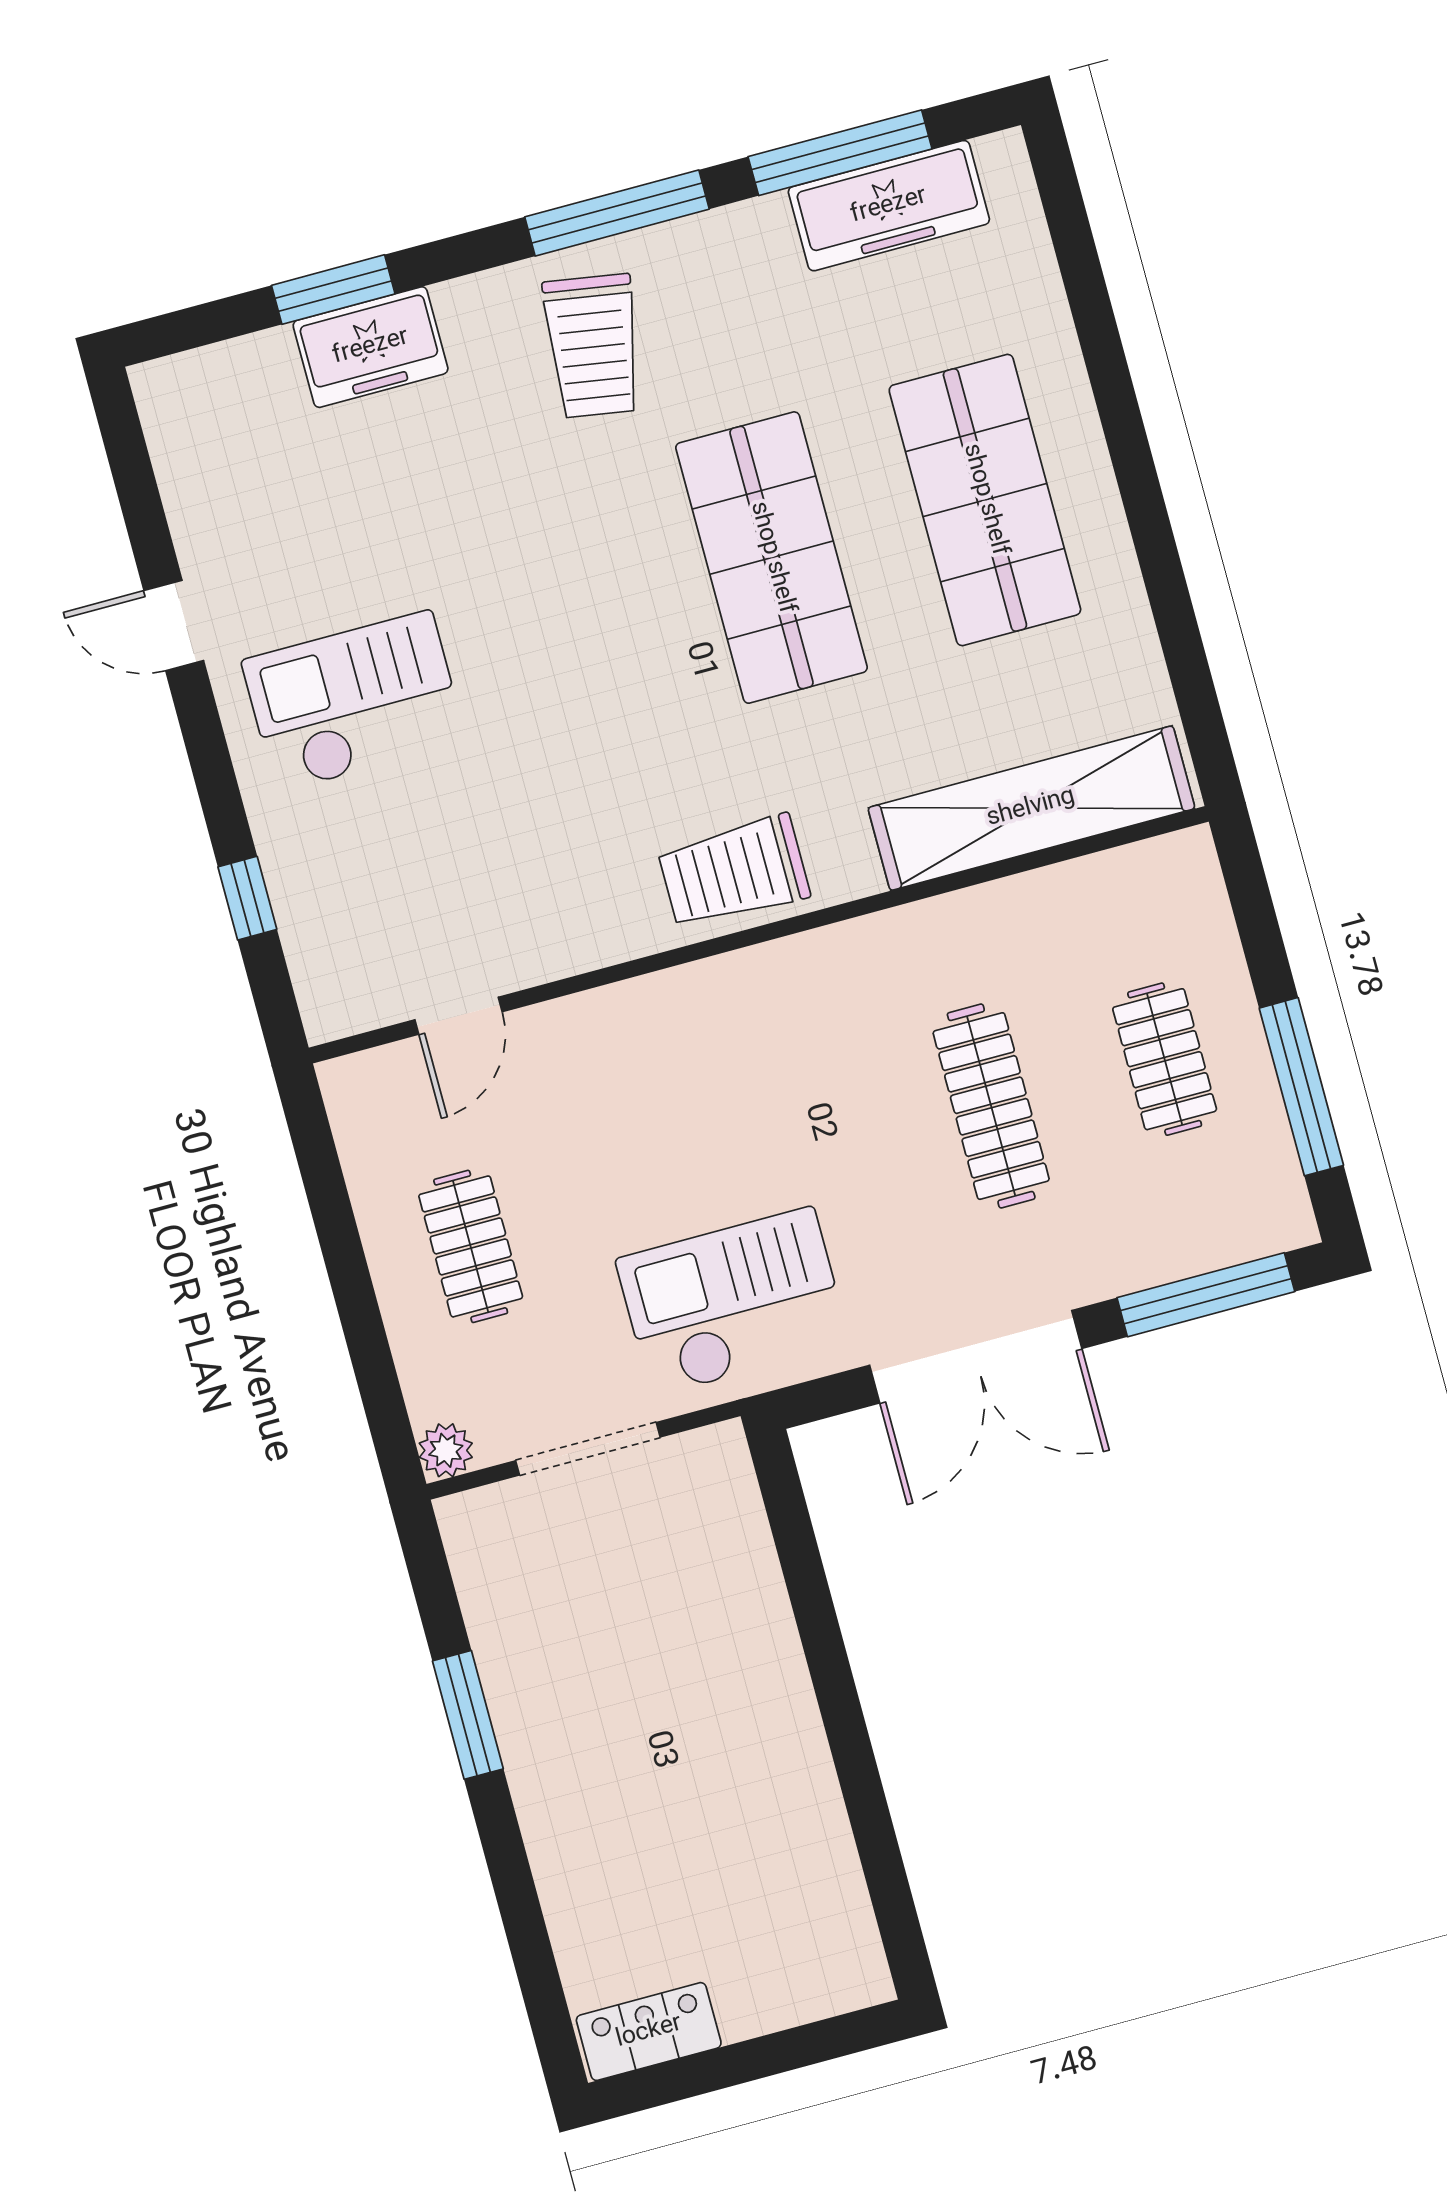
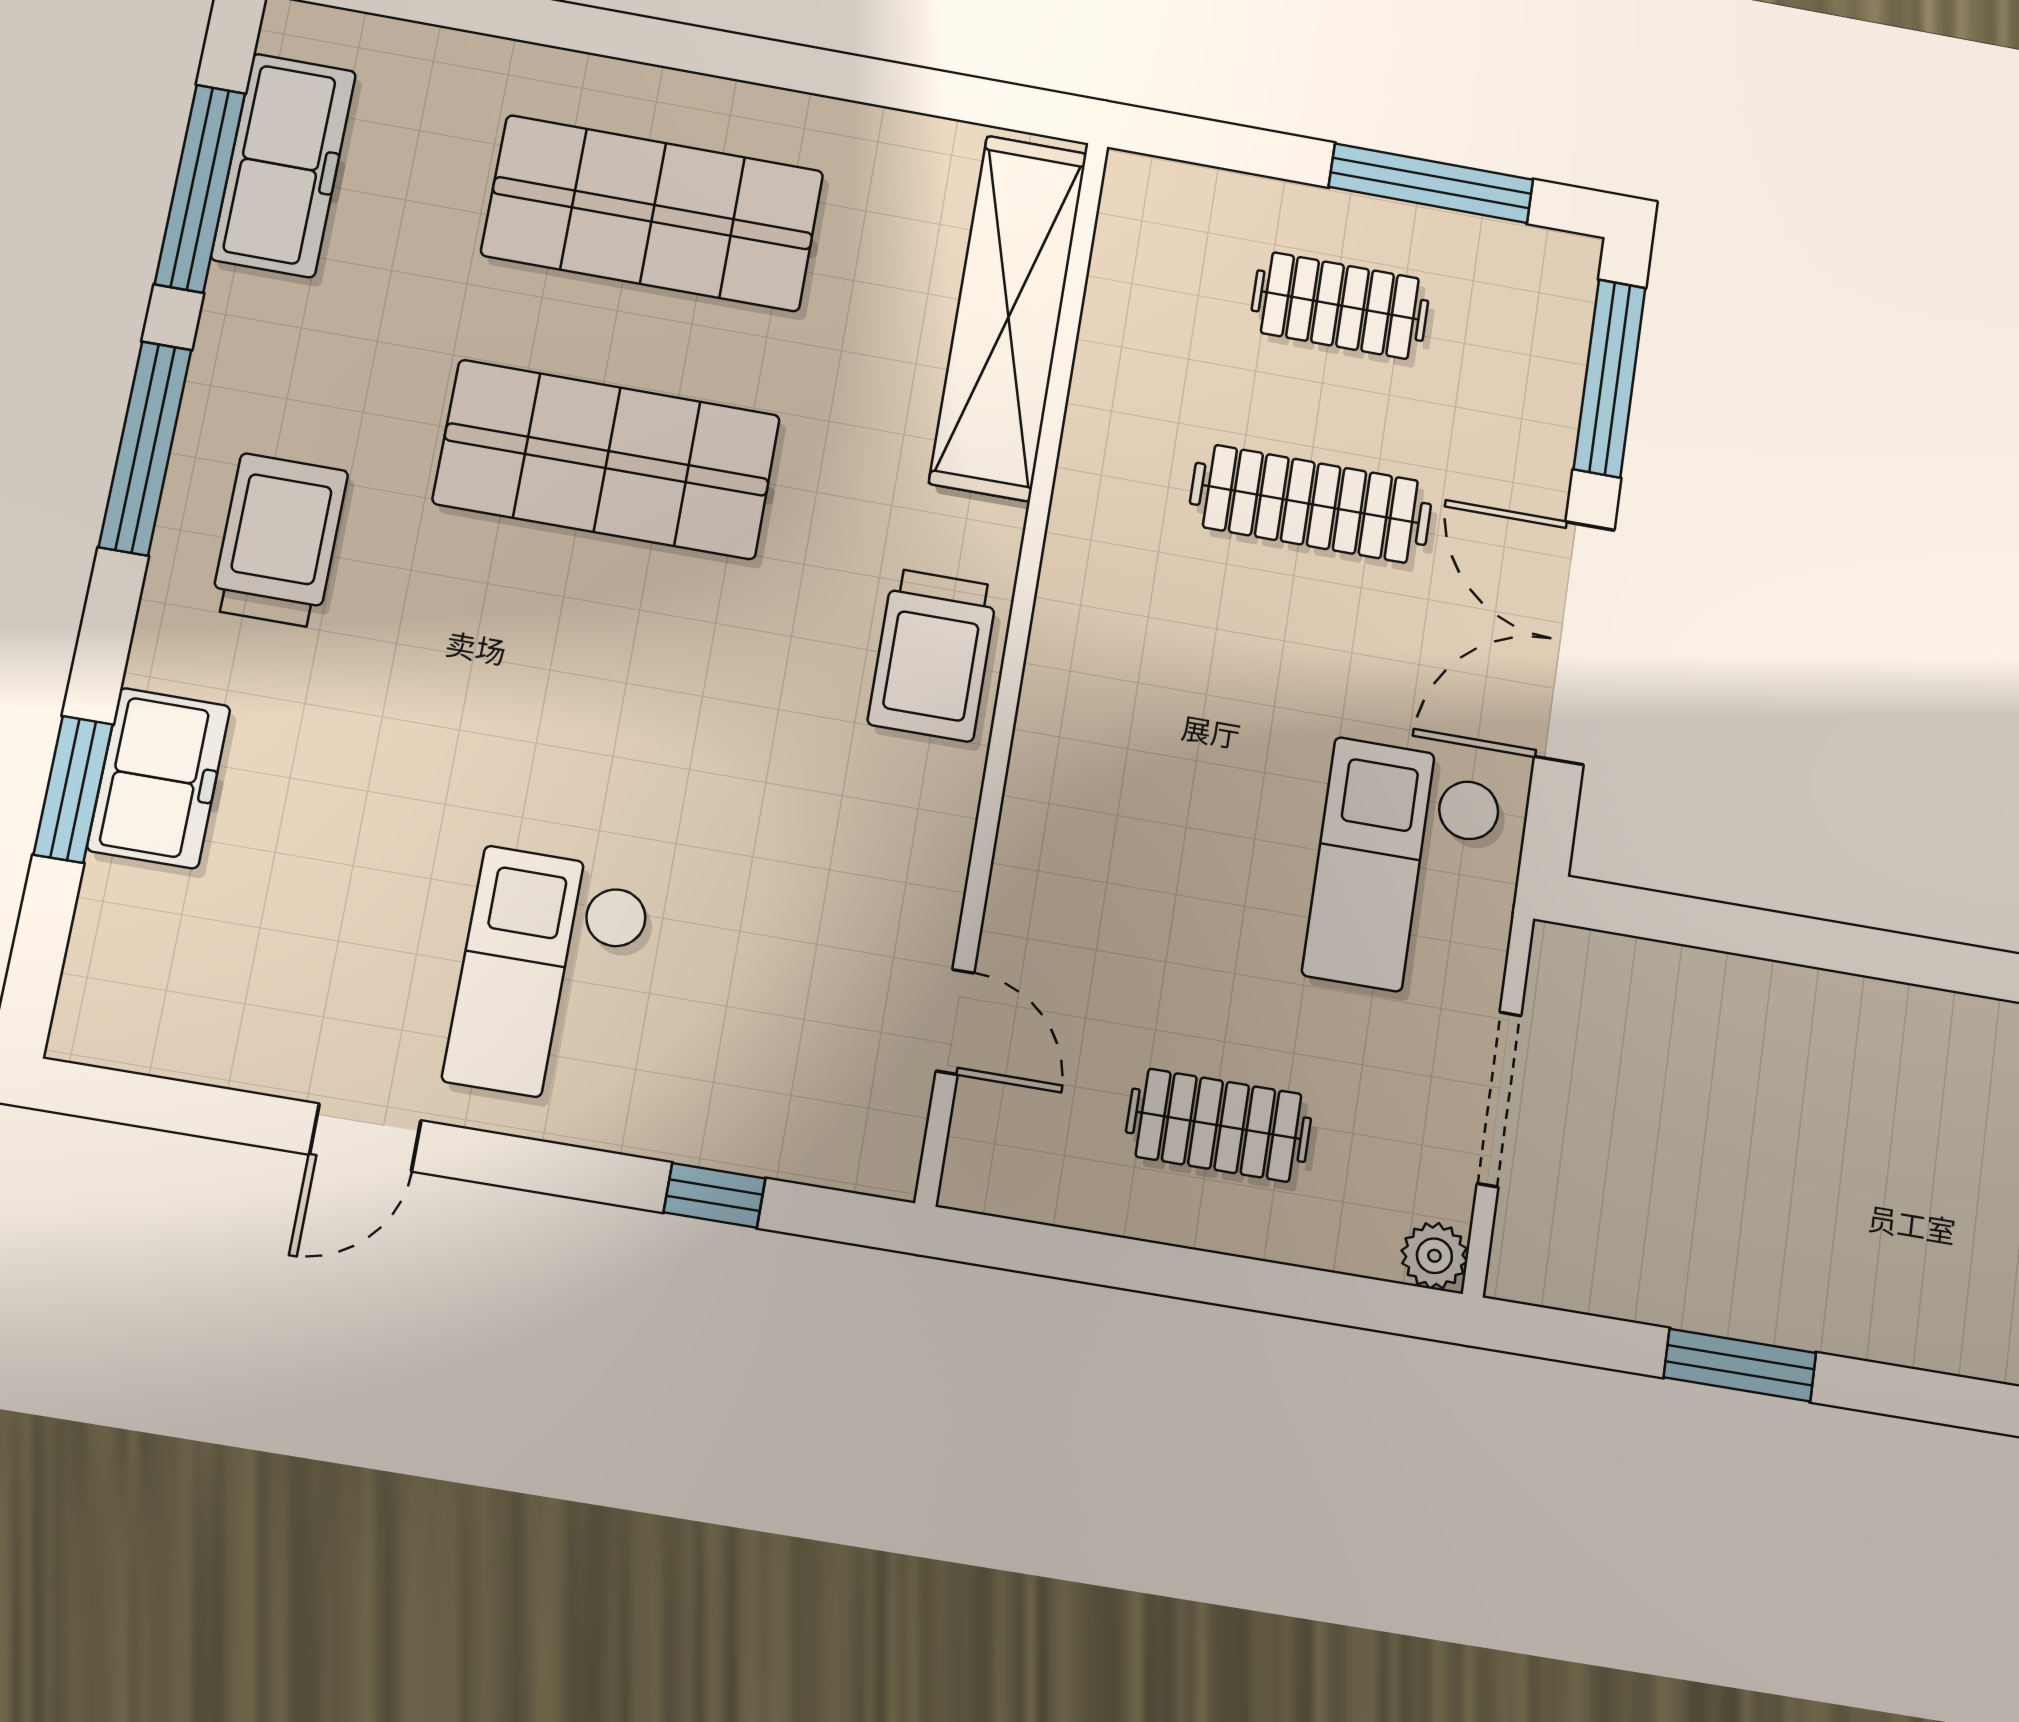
trolley: (593, 346) -> (279, 540), turned -99
double door: (976, 1357) -> (1574, 643), swing flipped

